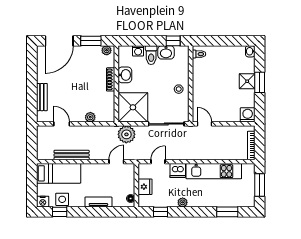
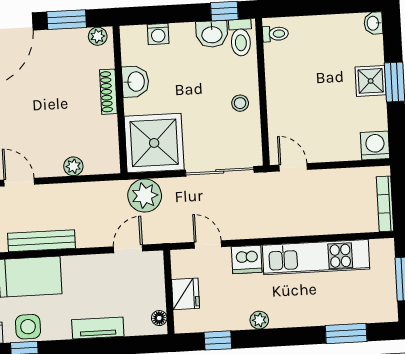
toilet: (151, 55) -> (241, 38), moved
door: (158, 162) -> (208, 245), hinge flipped

